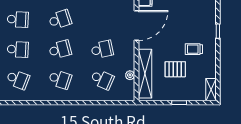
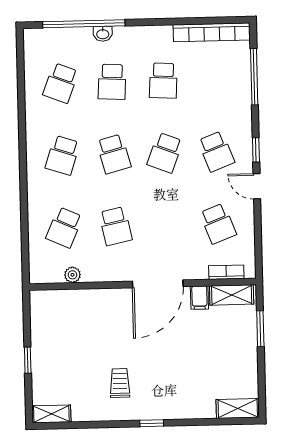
school desk: (60, 19) -> (165, 153), turned 39
door: (137, 26) -> (158, 284), hinge flipped
pallet: (175, 69) -> (85, 352), removed
shelving: (145, 74) -> (76, 300), removed

